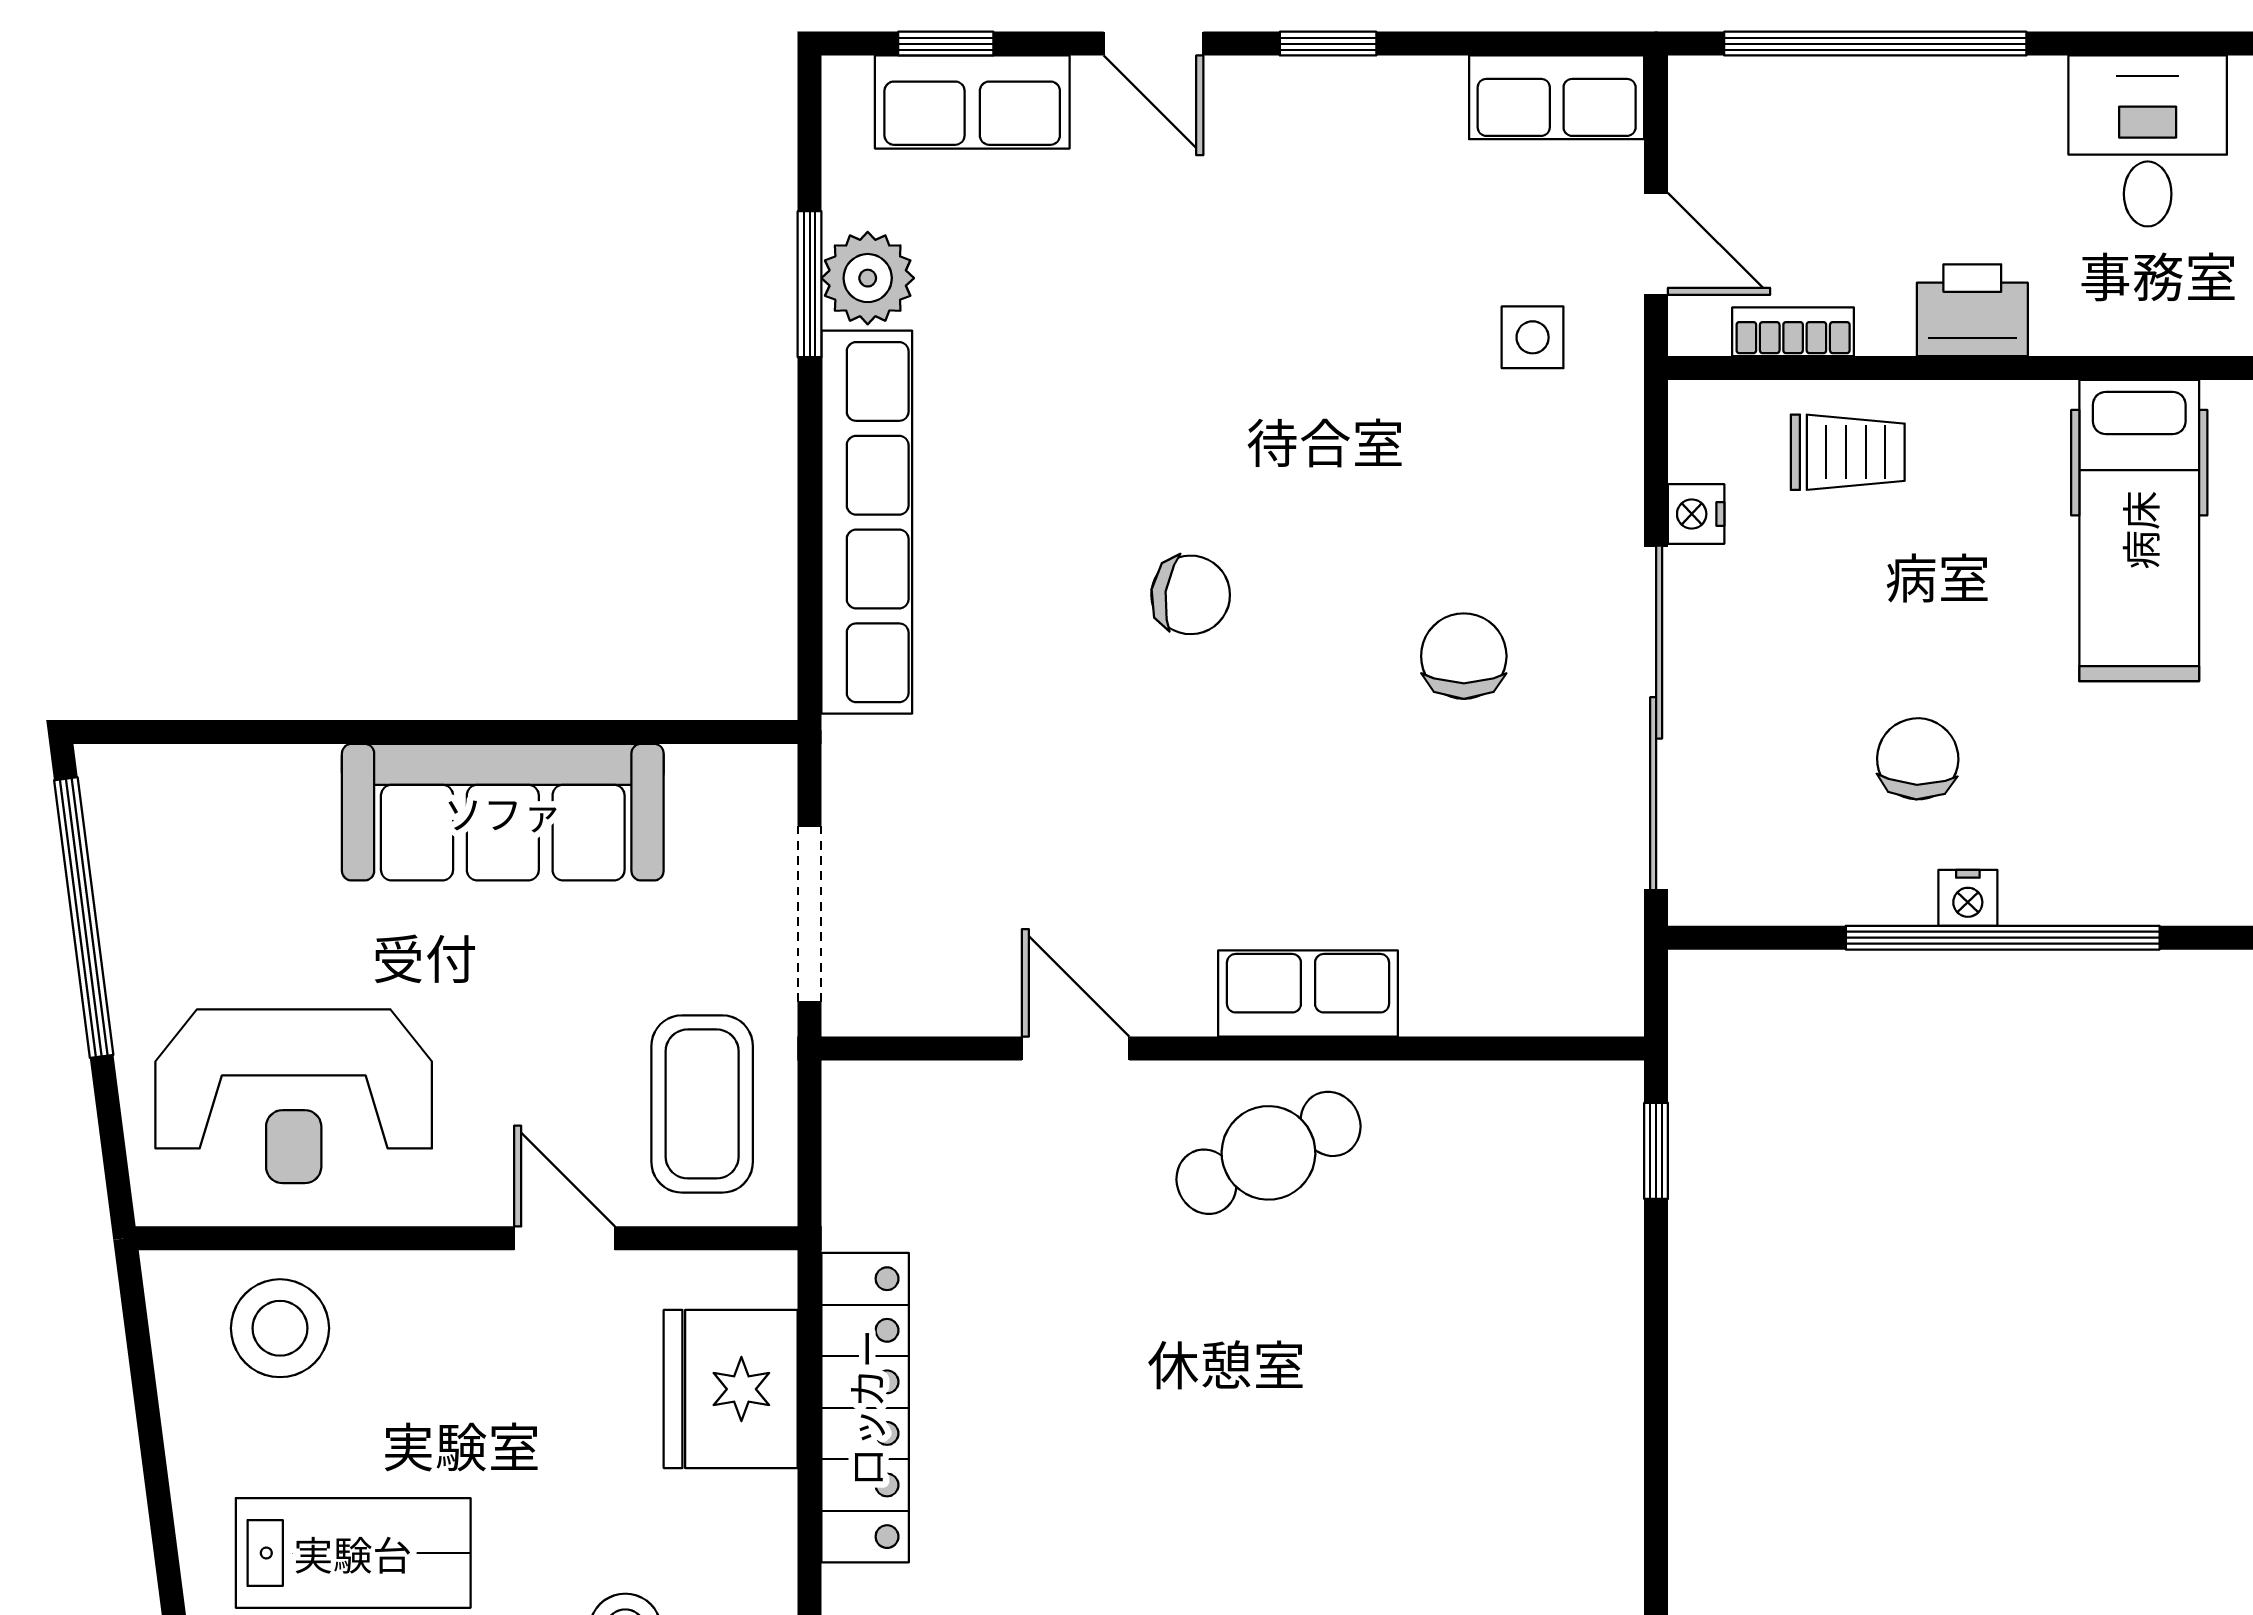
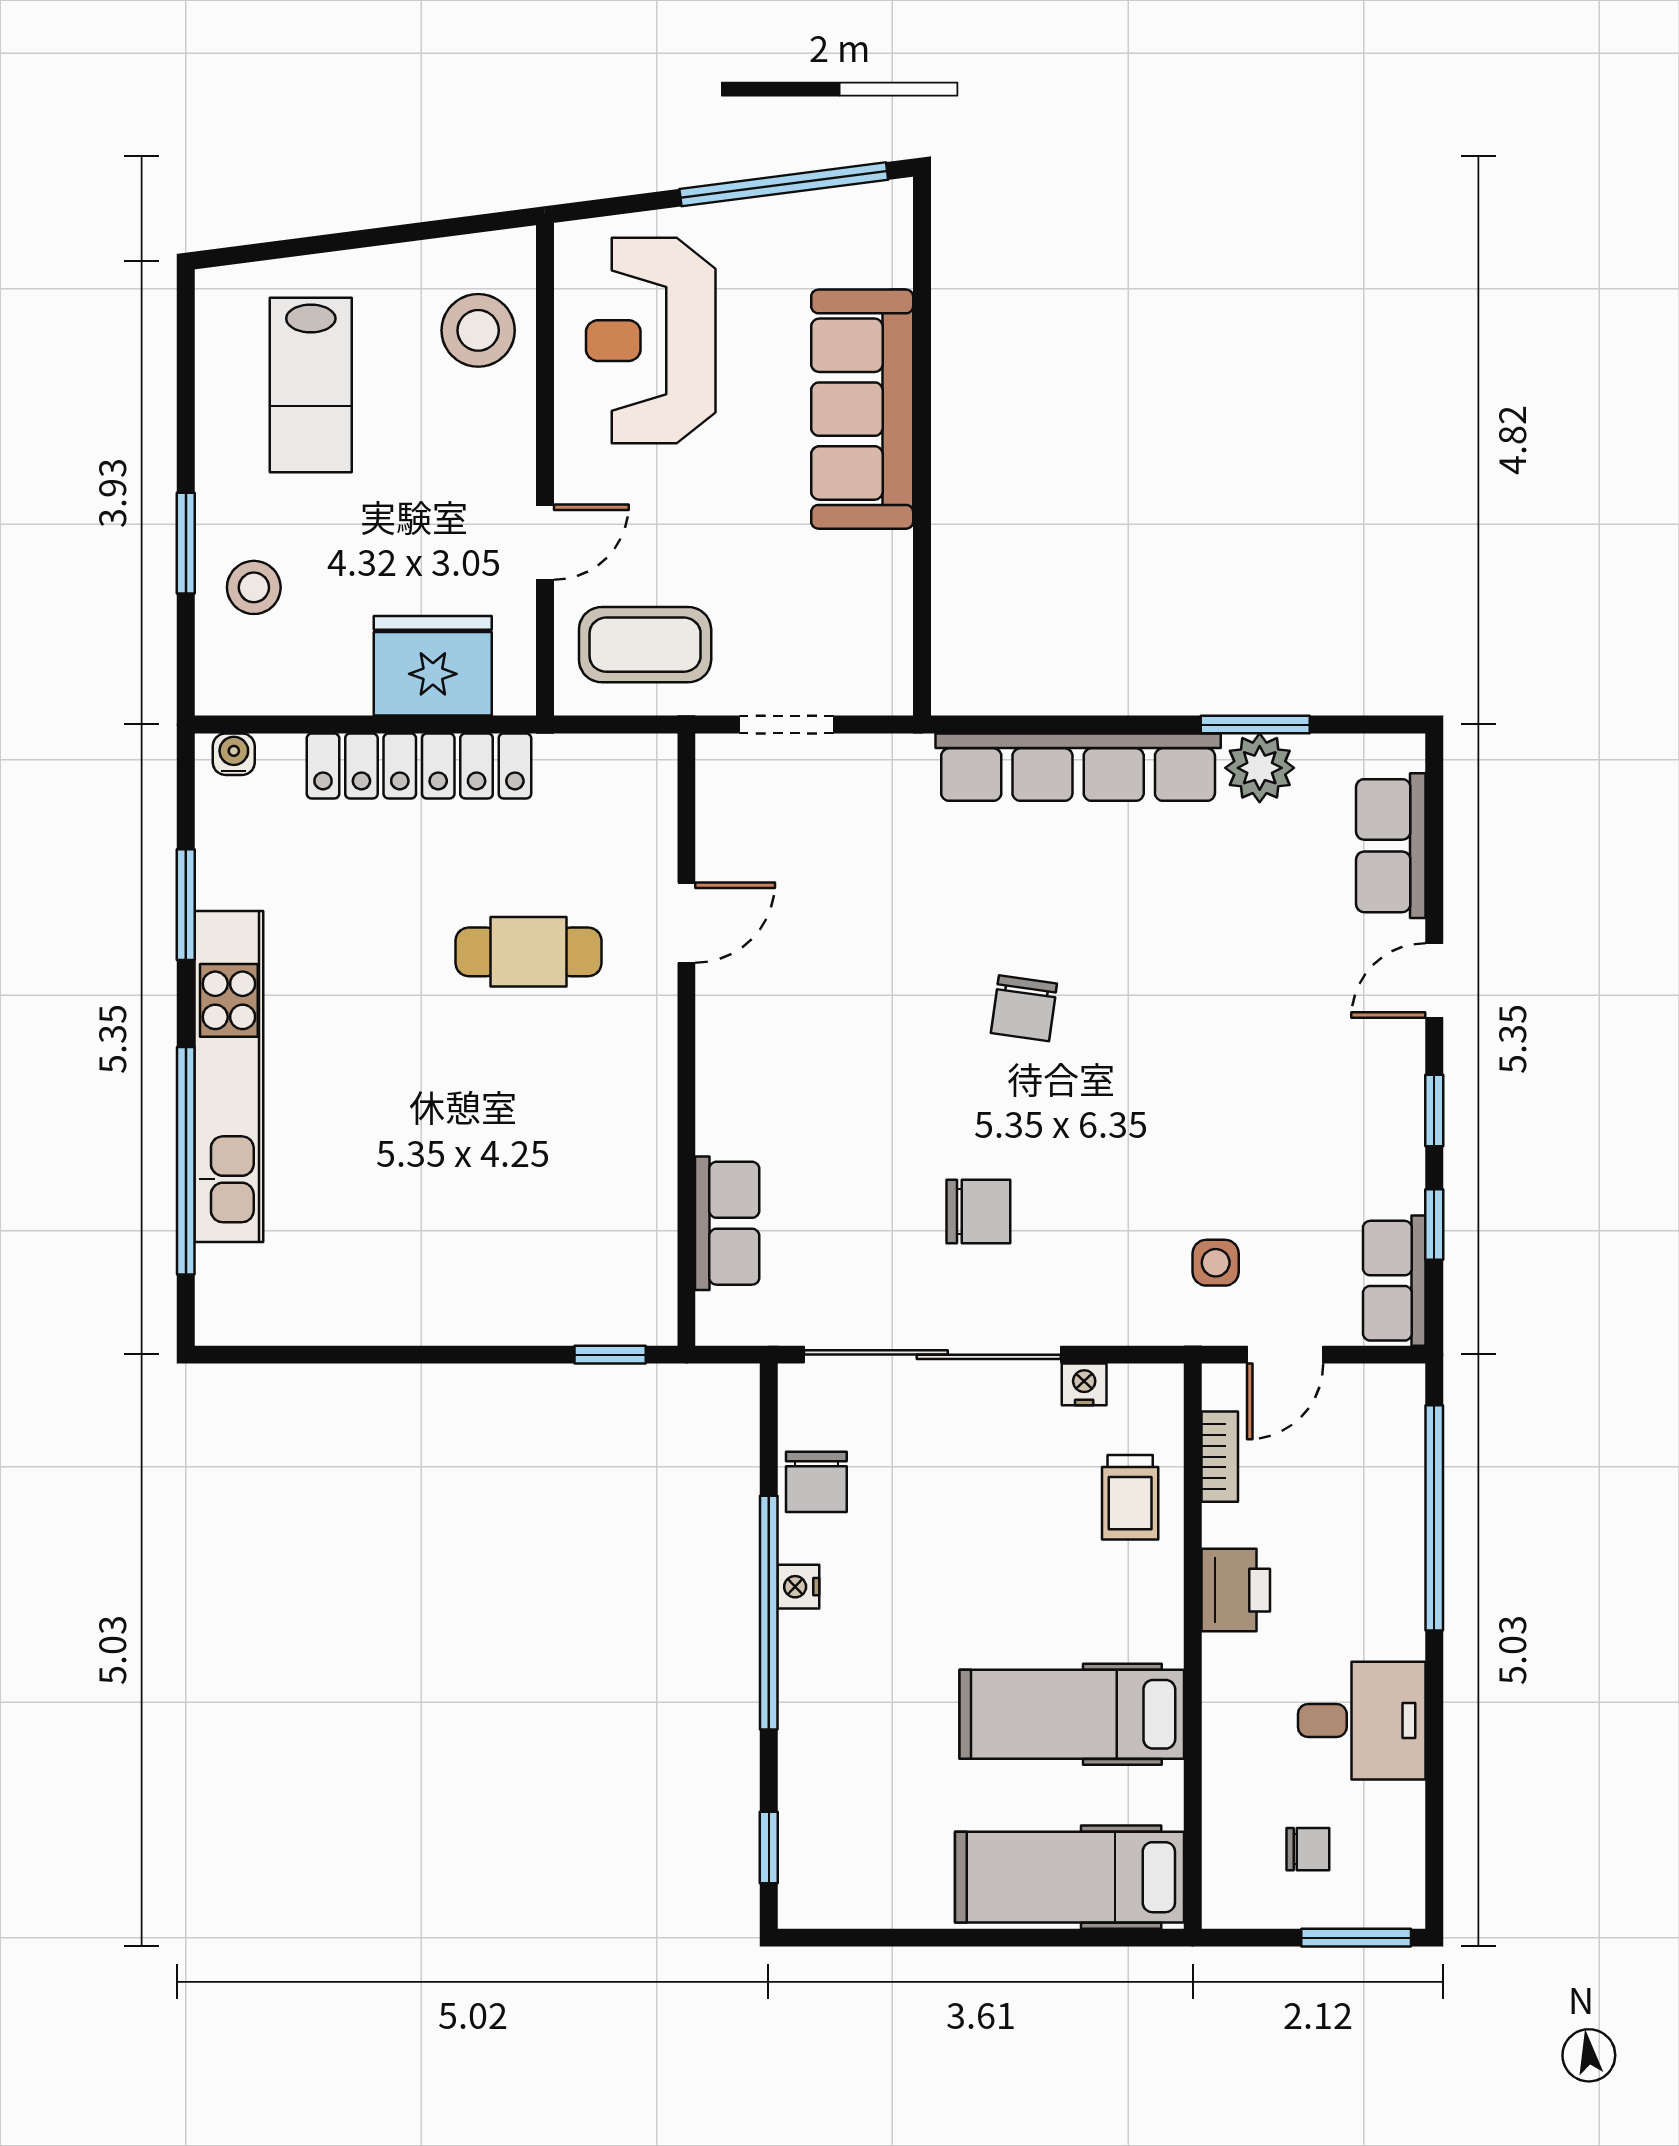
window: (946, 44) -> (1434, 1225), moved
chair: (1918, 759) -> (816, 1482), moved, turned 88
sofa: (503, 812) -> (862, 409), moved
doorway: (810, 914) -> (786, 725), width x0.73
row of seats: (1308, 994) -> (727, 1223), moved
cafe table: (1268, 1153) -> (528, 952), moved, turned -65

